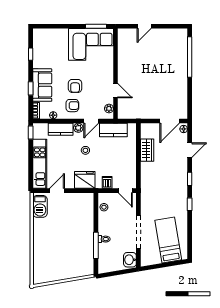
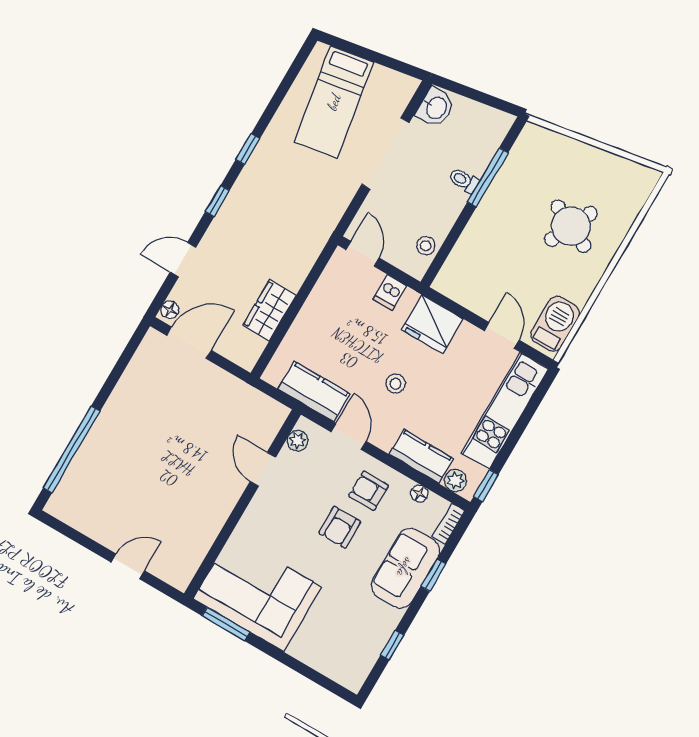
armchair: (75, 86) -> (340, 527), turned 180
door: (91, 121) -> (349, 436), hinge flipped
plant: (78, 128) -> (455, 481), moved
door: (57, 191) -> (501, 335), swing flipped
round table: (55, 245) -> (571, 226), added

